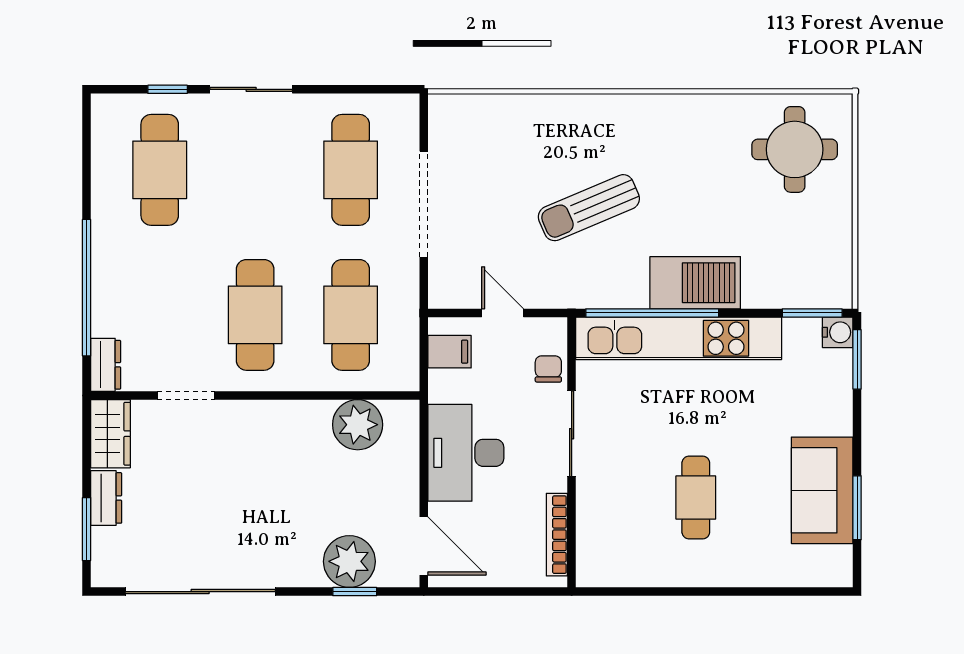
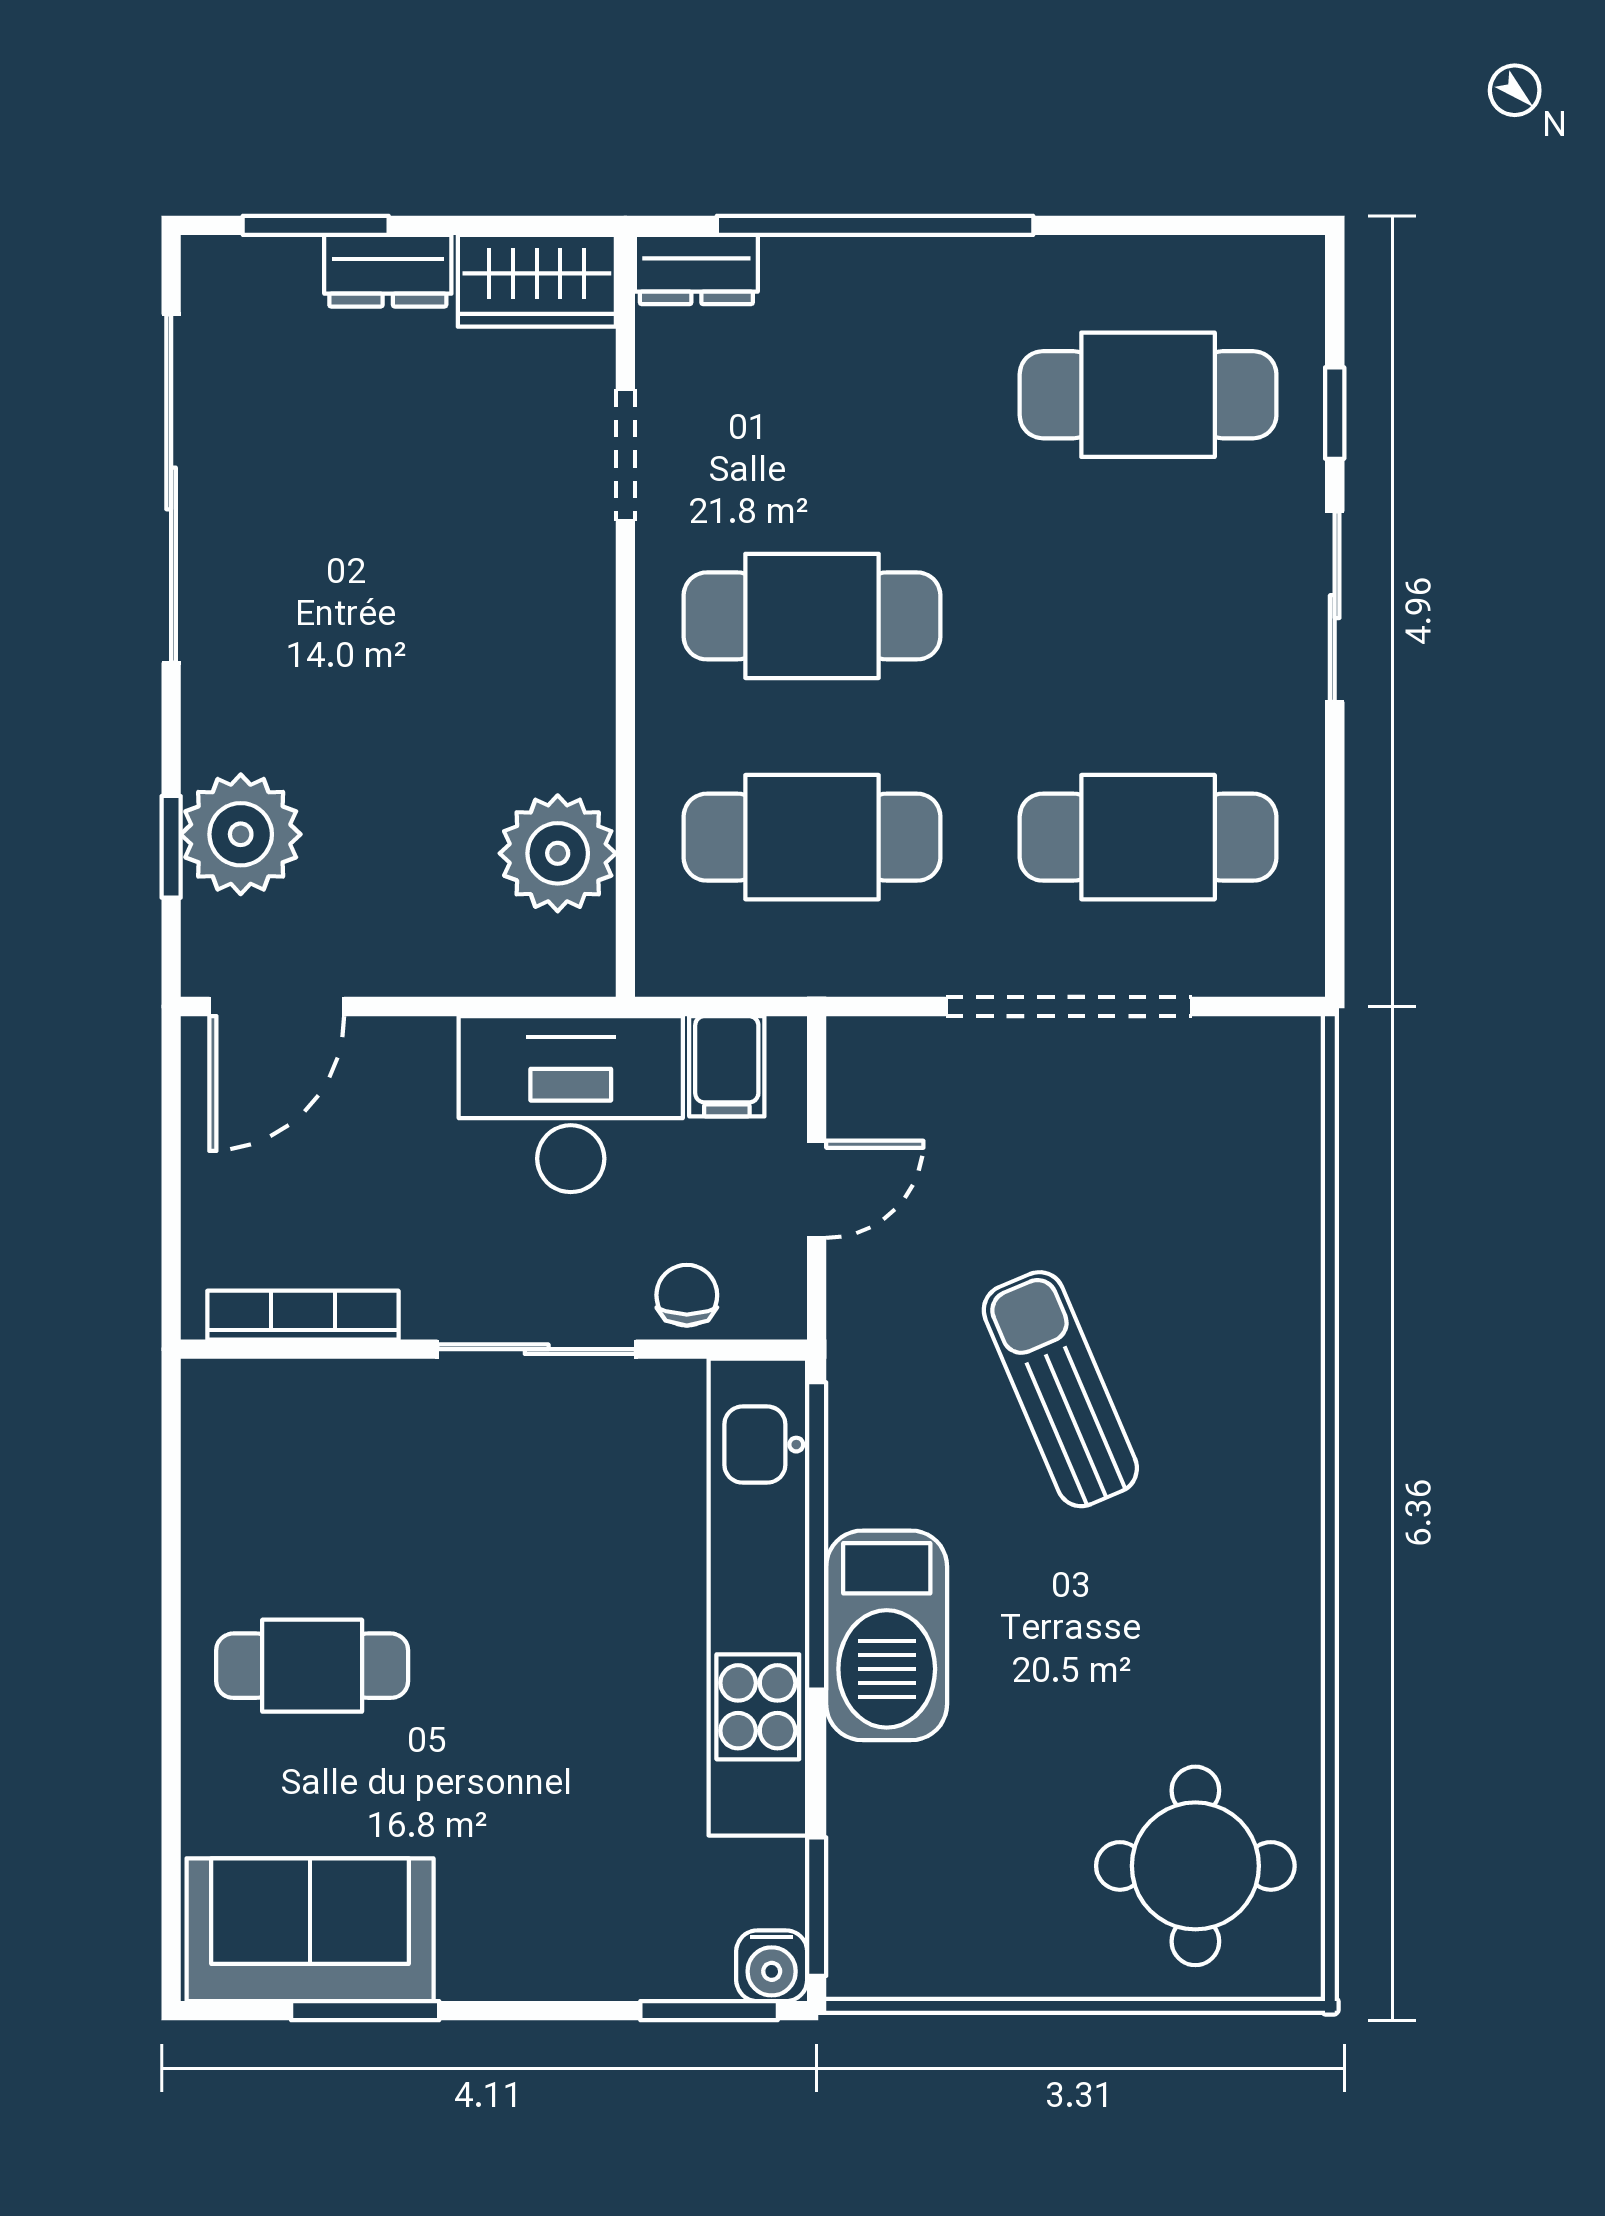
chair: (548, 369) -> (687, 1295), turned -90
desk: (466, 453) -> (571, 1104), moved
sofa: (822, 490) -> (310, 1930), moved
cafe table: (696, 497) -> (312, 1666), moved

